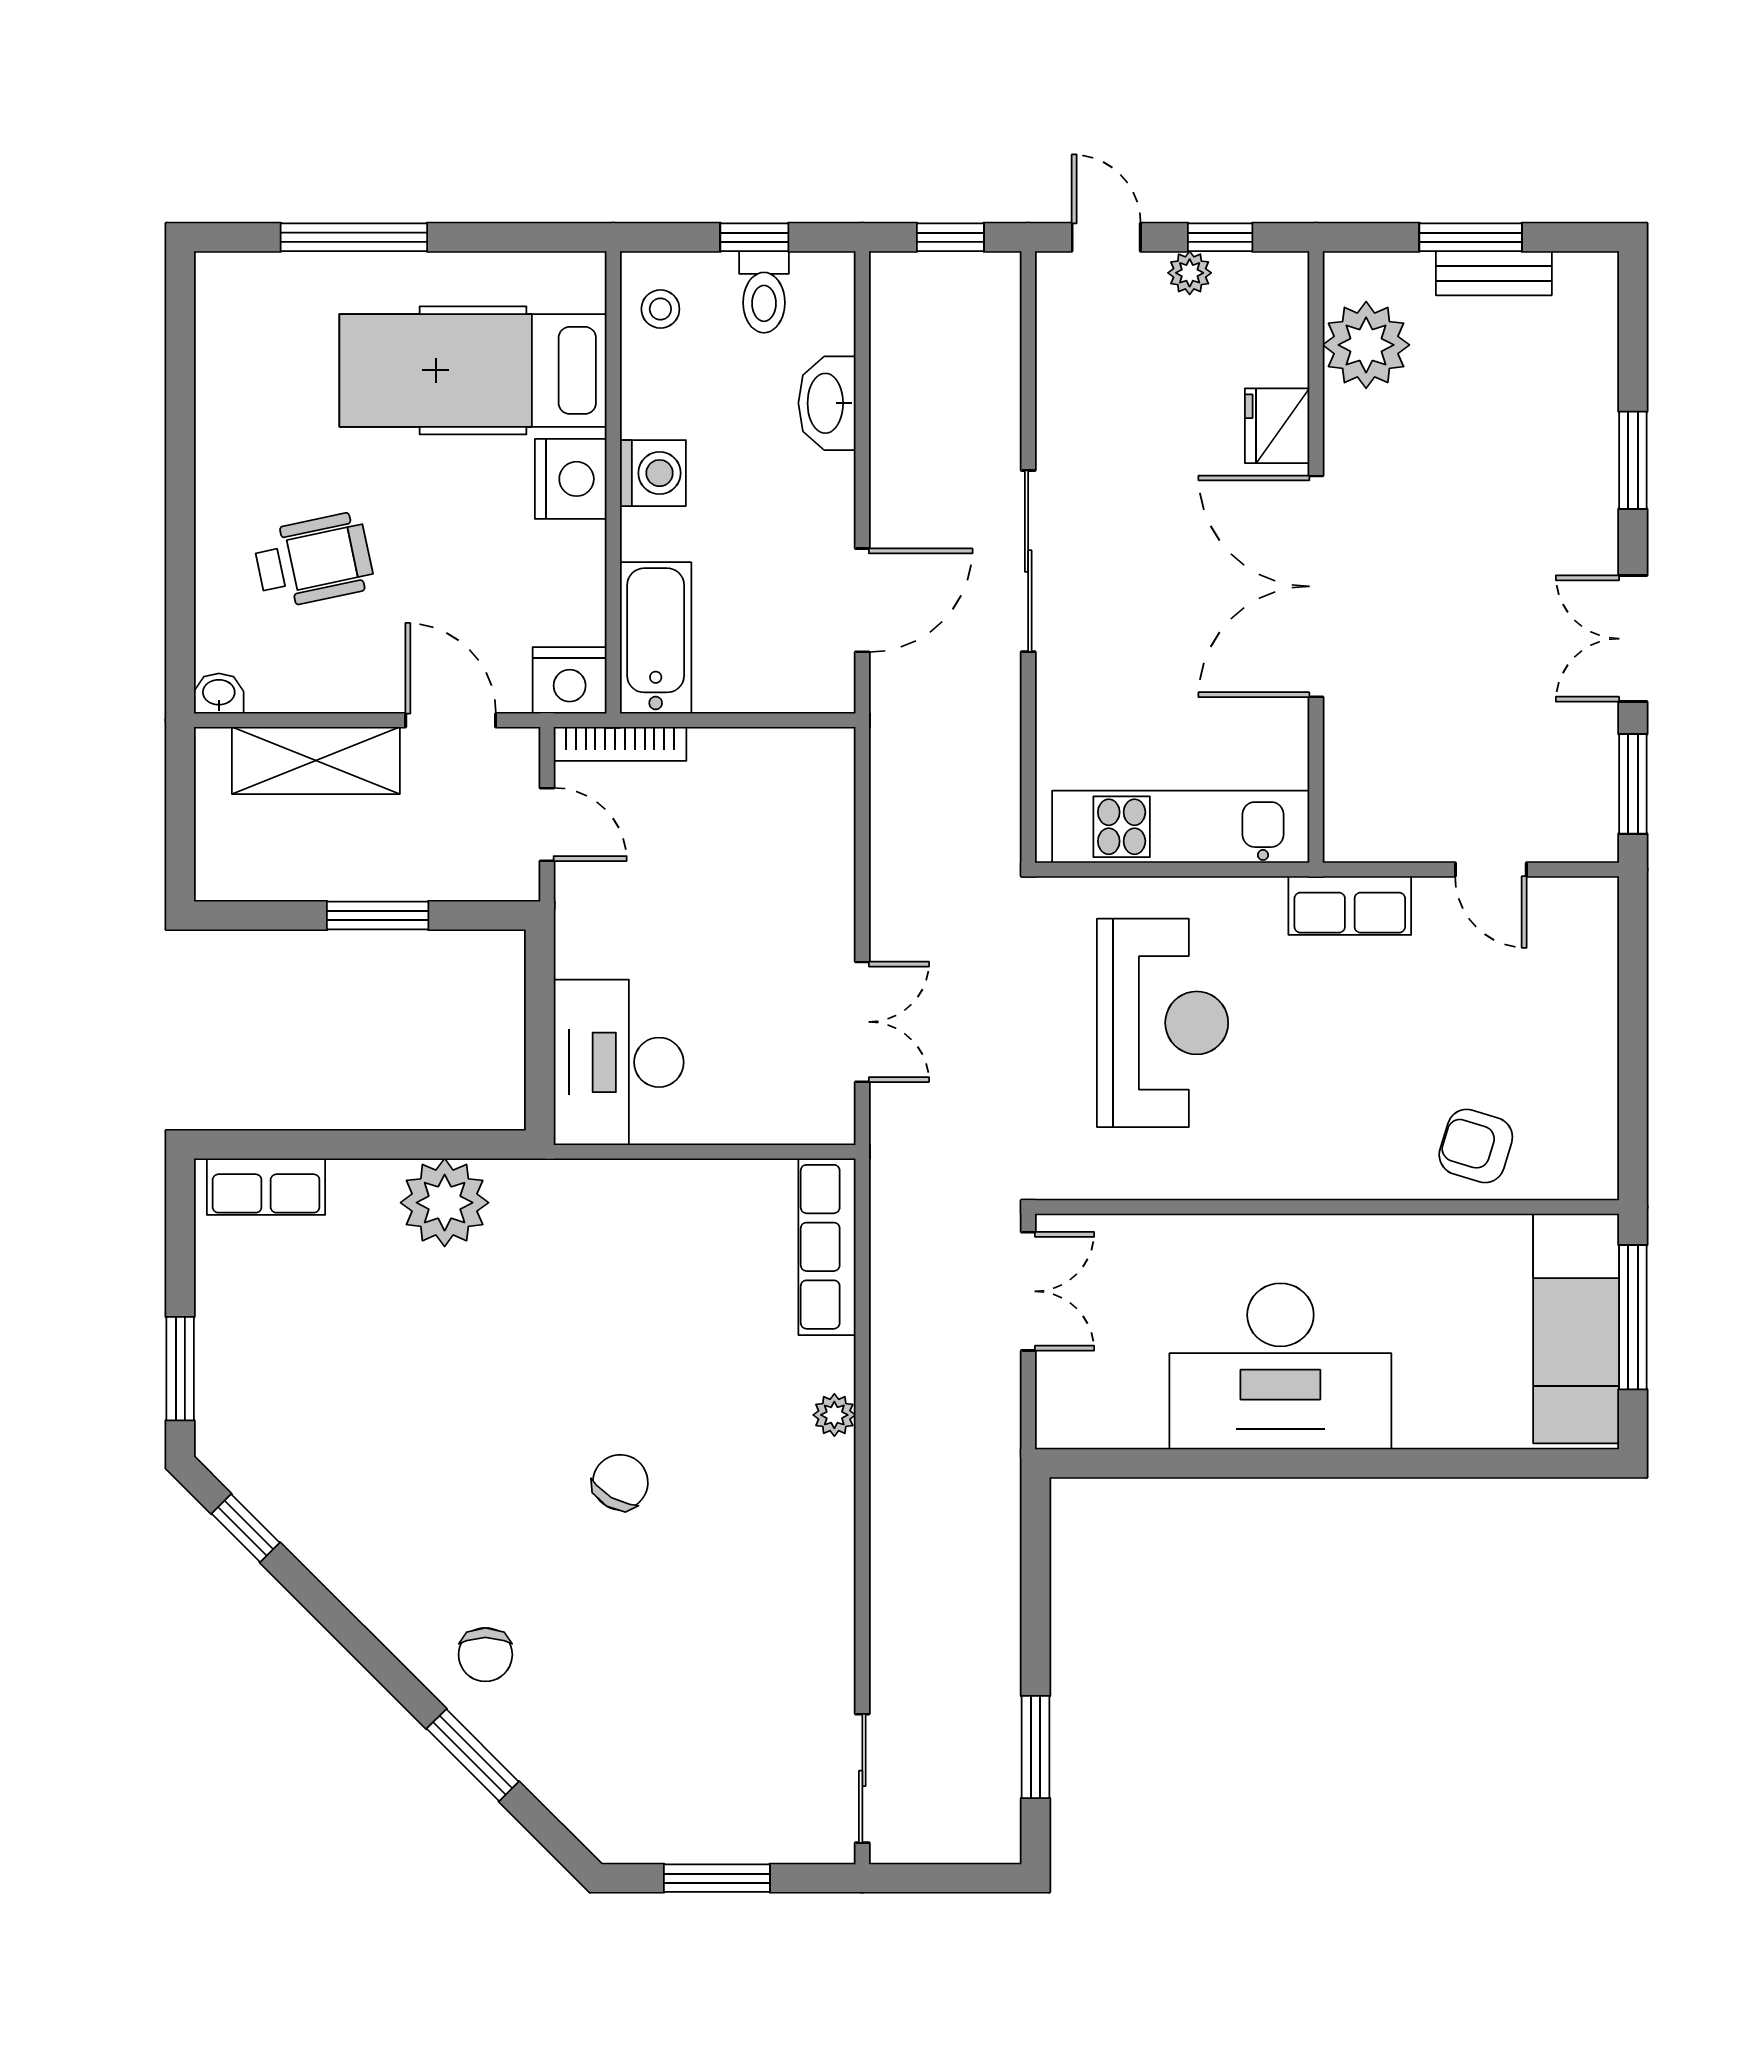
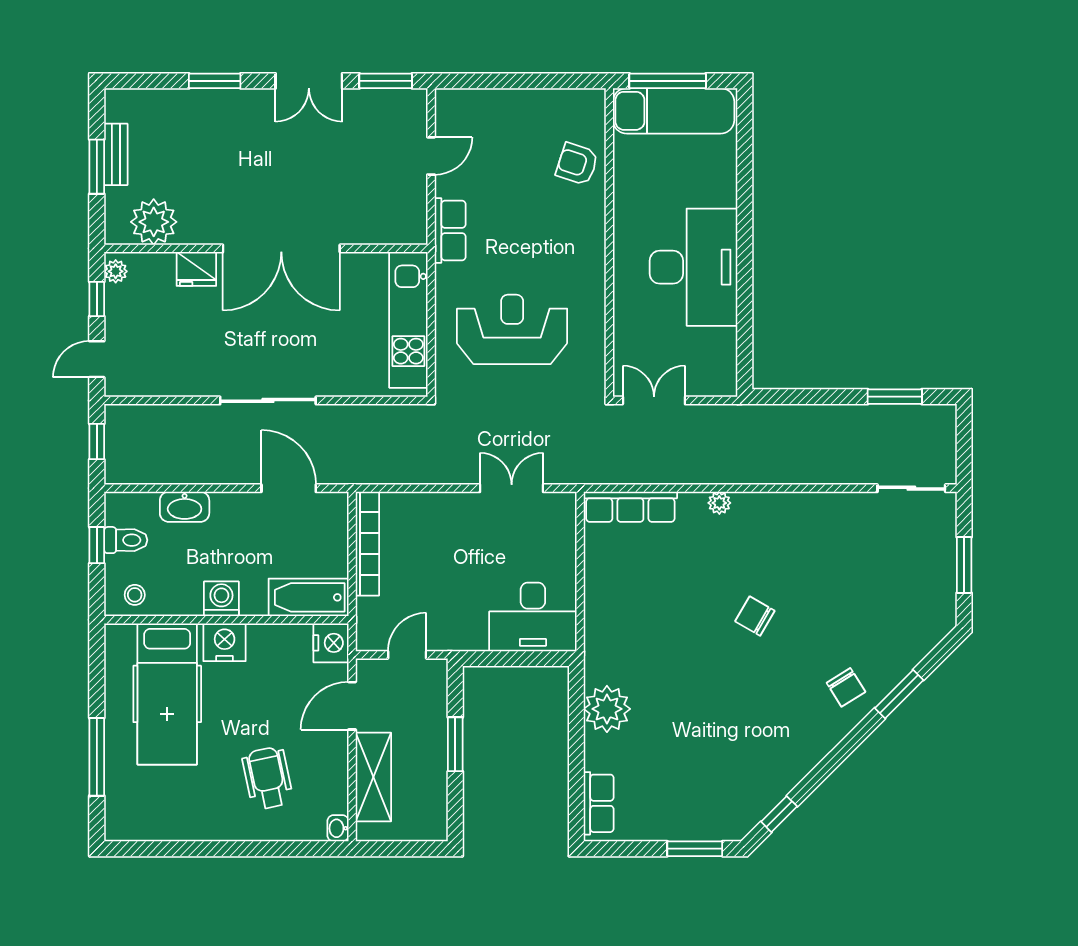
plant: (1190, 273) -> (116, 271), moved
bookcase: (620, 744) -> (367, 544), moved, width x1.48, depth x1.31
armchair: (1476, 1146) -> (577, 164), turned 91
chair: (485, 1655) -> (846, 687), turned 58

